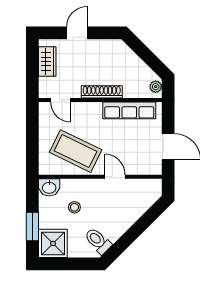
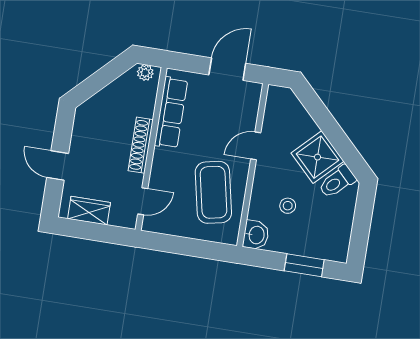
coffee table: (76, 151) -> (213, 192), turned -38
shower: (53, 243) -> (317, 157), moved, turned 45

